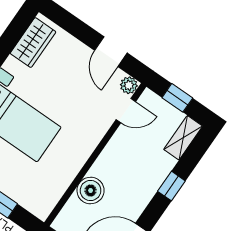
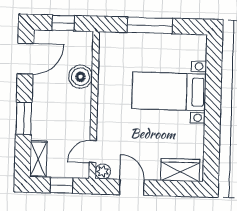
wardrobe: (33, 43) -> (180, 170), moved, turned 90
window: (171, 186) -> (24, 118), width x1.50

